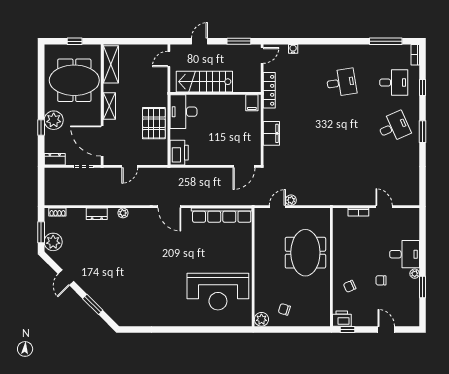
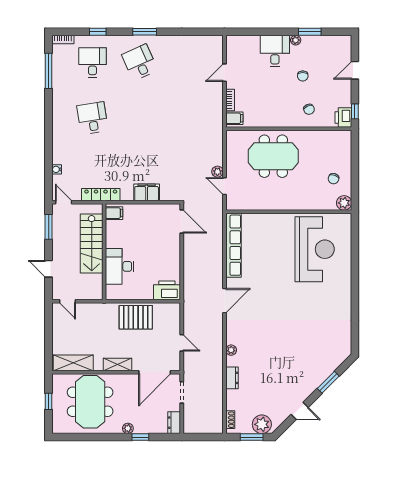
stairs: (204, 82) -> (92, 244), moved
desk: (183, 112) -> (120, 266), moved, turned 90
plant: (54, 120) -> (128, 428), width x0.53, depth x0.53
filing cabinet: (341, 216) -> (234, 118), added

